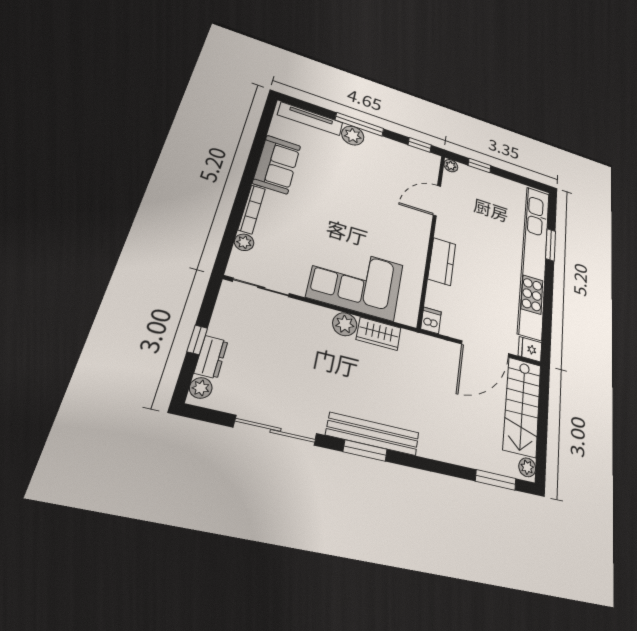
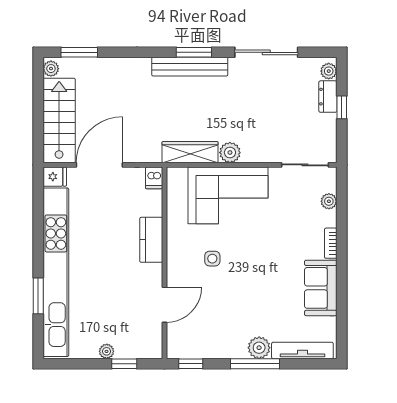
plant: (451, 166) -> (107, 351), moved
bookcase: (252, 209) -> (331, 243), width x0.64
side table: (384, 226) -> (212, 259), added
wardrobe: (379, 334) -> (190, 152), width x1.50

